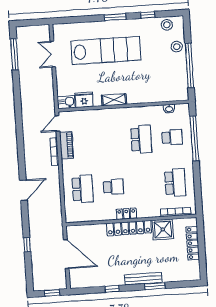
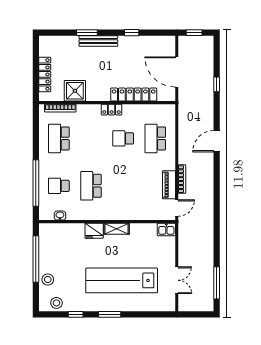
fridge: (84, 100) -> (94, 231), moved
locker: (129, 228) -> (134, 95), moved

